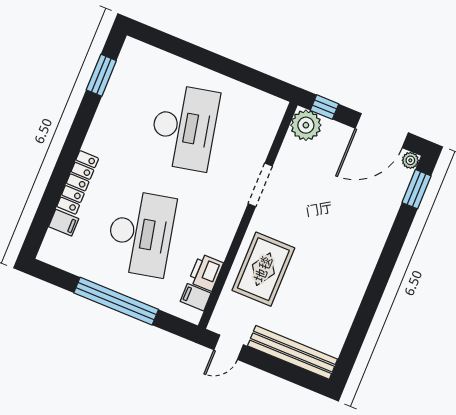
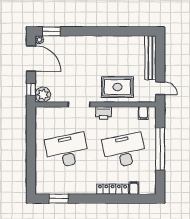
printer: (206, 272) -> (104, 113), moved

